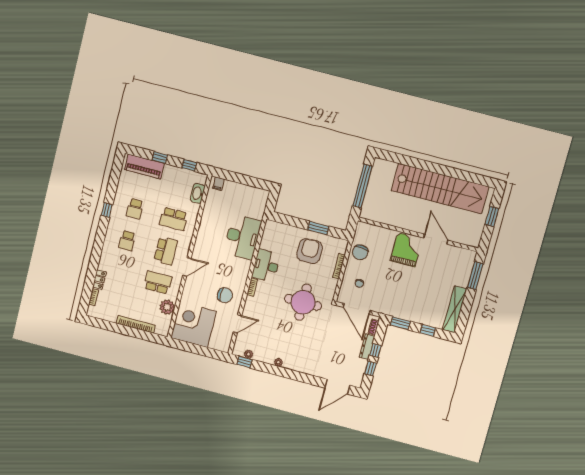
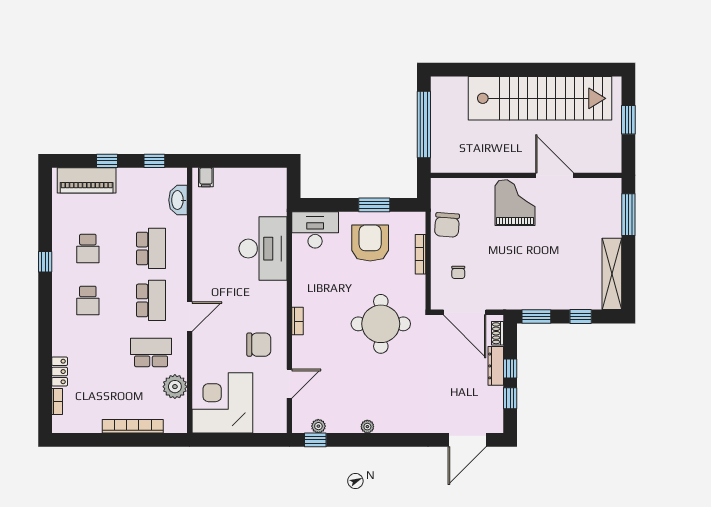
school desk: (174, 219) -> (151, 248), turned -90
desk: (266, 266) -> (315, 230), moved, turned 90

